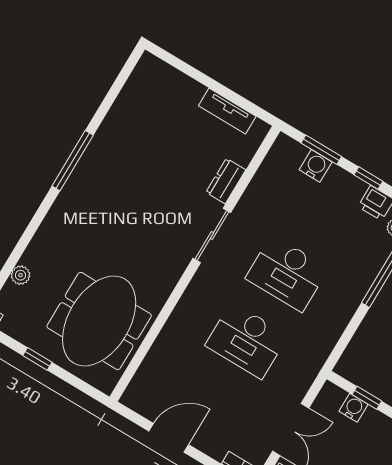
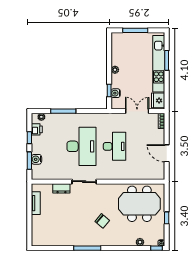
chair: (110, 224) -> (102, 221), added
desk: (287, 273) -> (81, 146), width x1.36, depth x1.30

